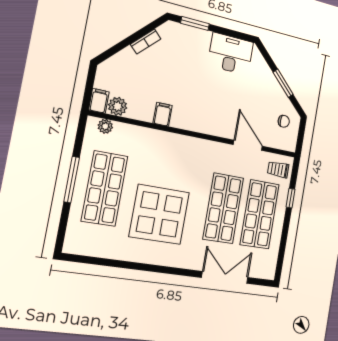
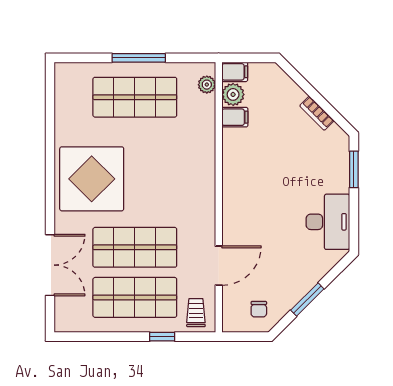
filing cabinet: (163, 114) -> (235, 117), moved
display table: (159, 214) -> (92, 179), moved

